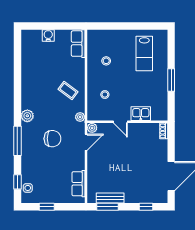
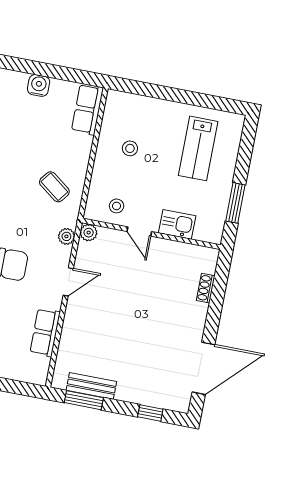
kitchen sink: (141, 114) -> (177, 224), moved
door: (120, 122) -> (139, 231), moved
wall: (127, 122) -> (151, 234), moved
plant: (92, 128) -> (89, 233), moved
row of seats: (78, 184) -> (45, 332), moved

